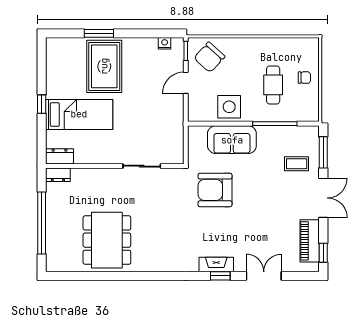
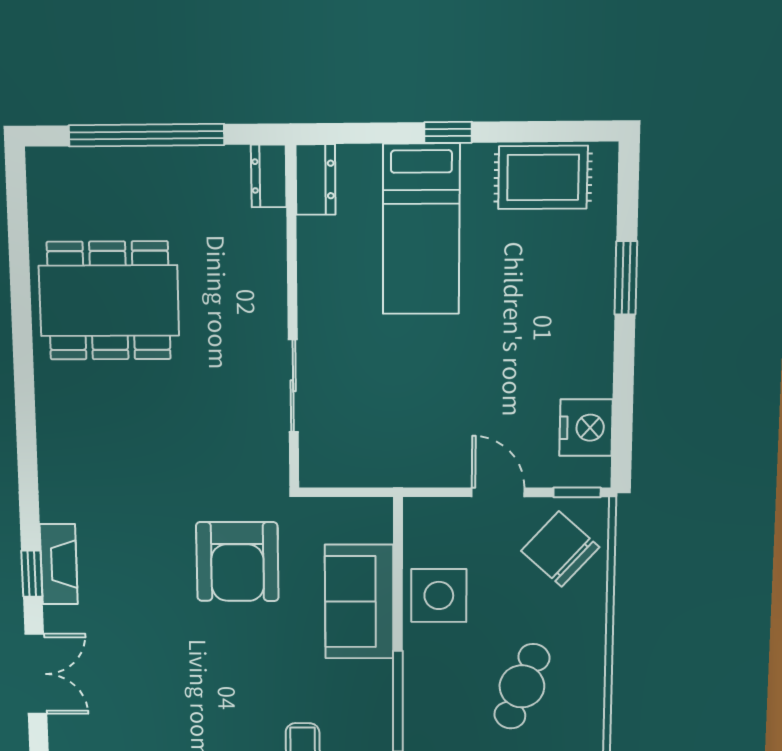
nightstand: (165, 43) -> (586, 428), width x1.89, depth x1.79
rug: (104, 66) -> (543, 177), moved, width x0.73, depth x0.70
cafe table: (273, 85) -> (522, 686), moved, turned -69
armchair: (215, 190) -> (237, 562), turned 180

